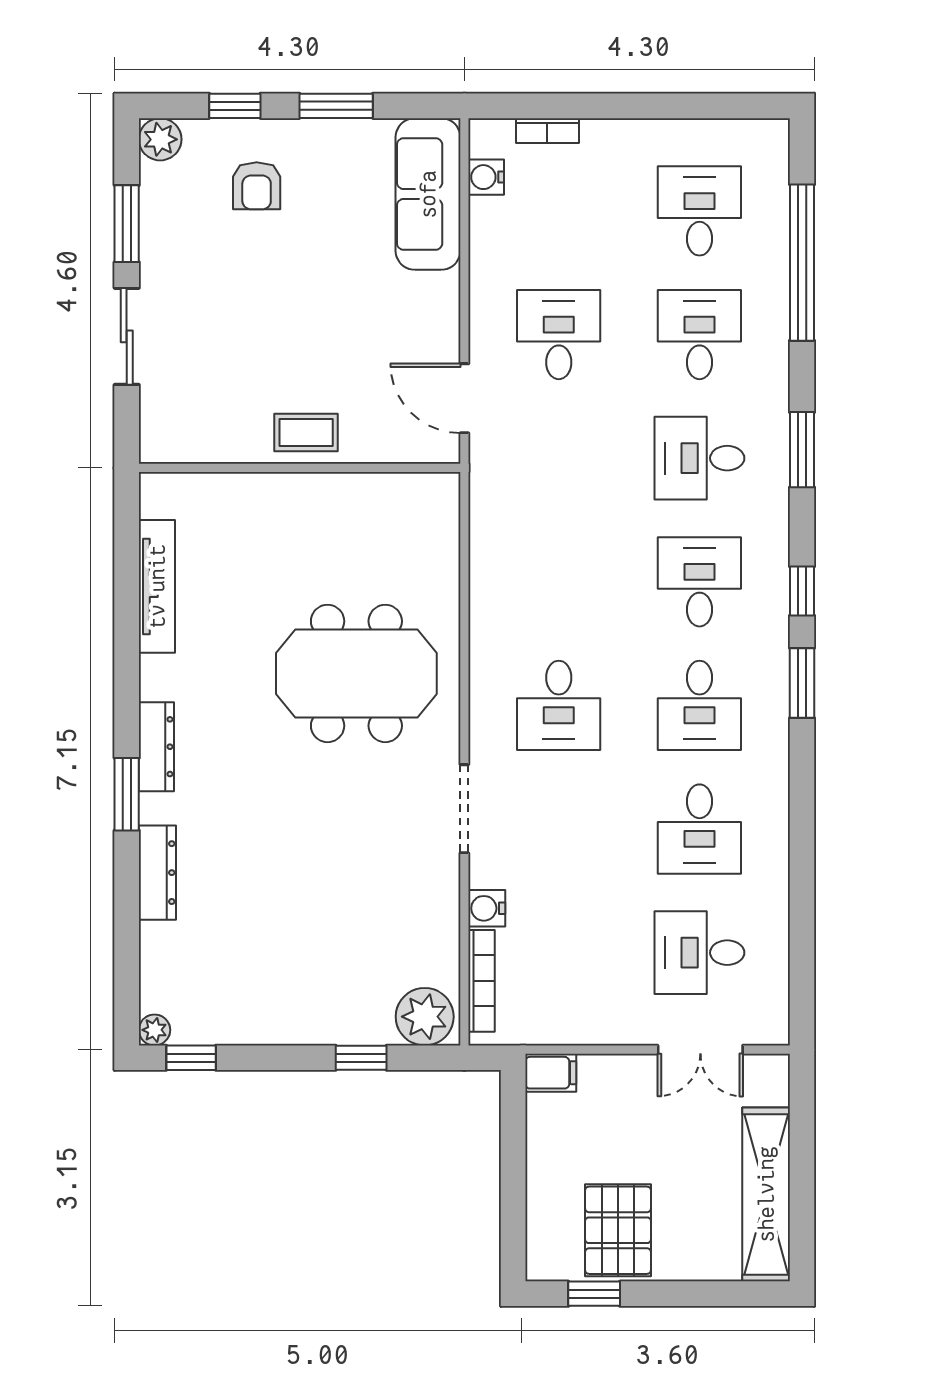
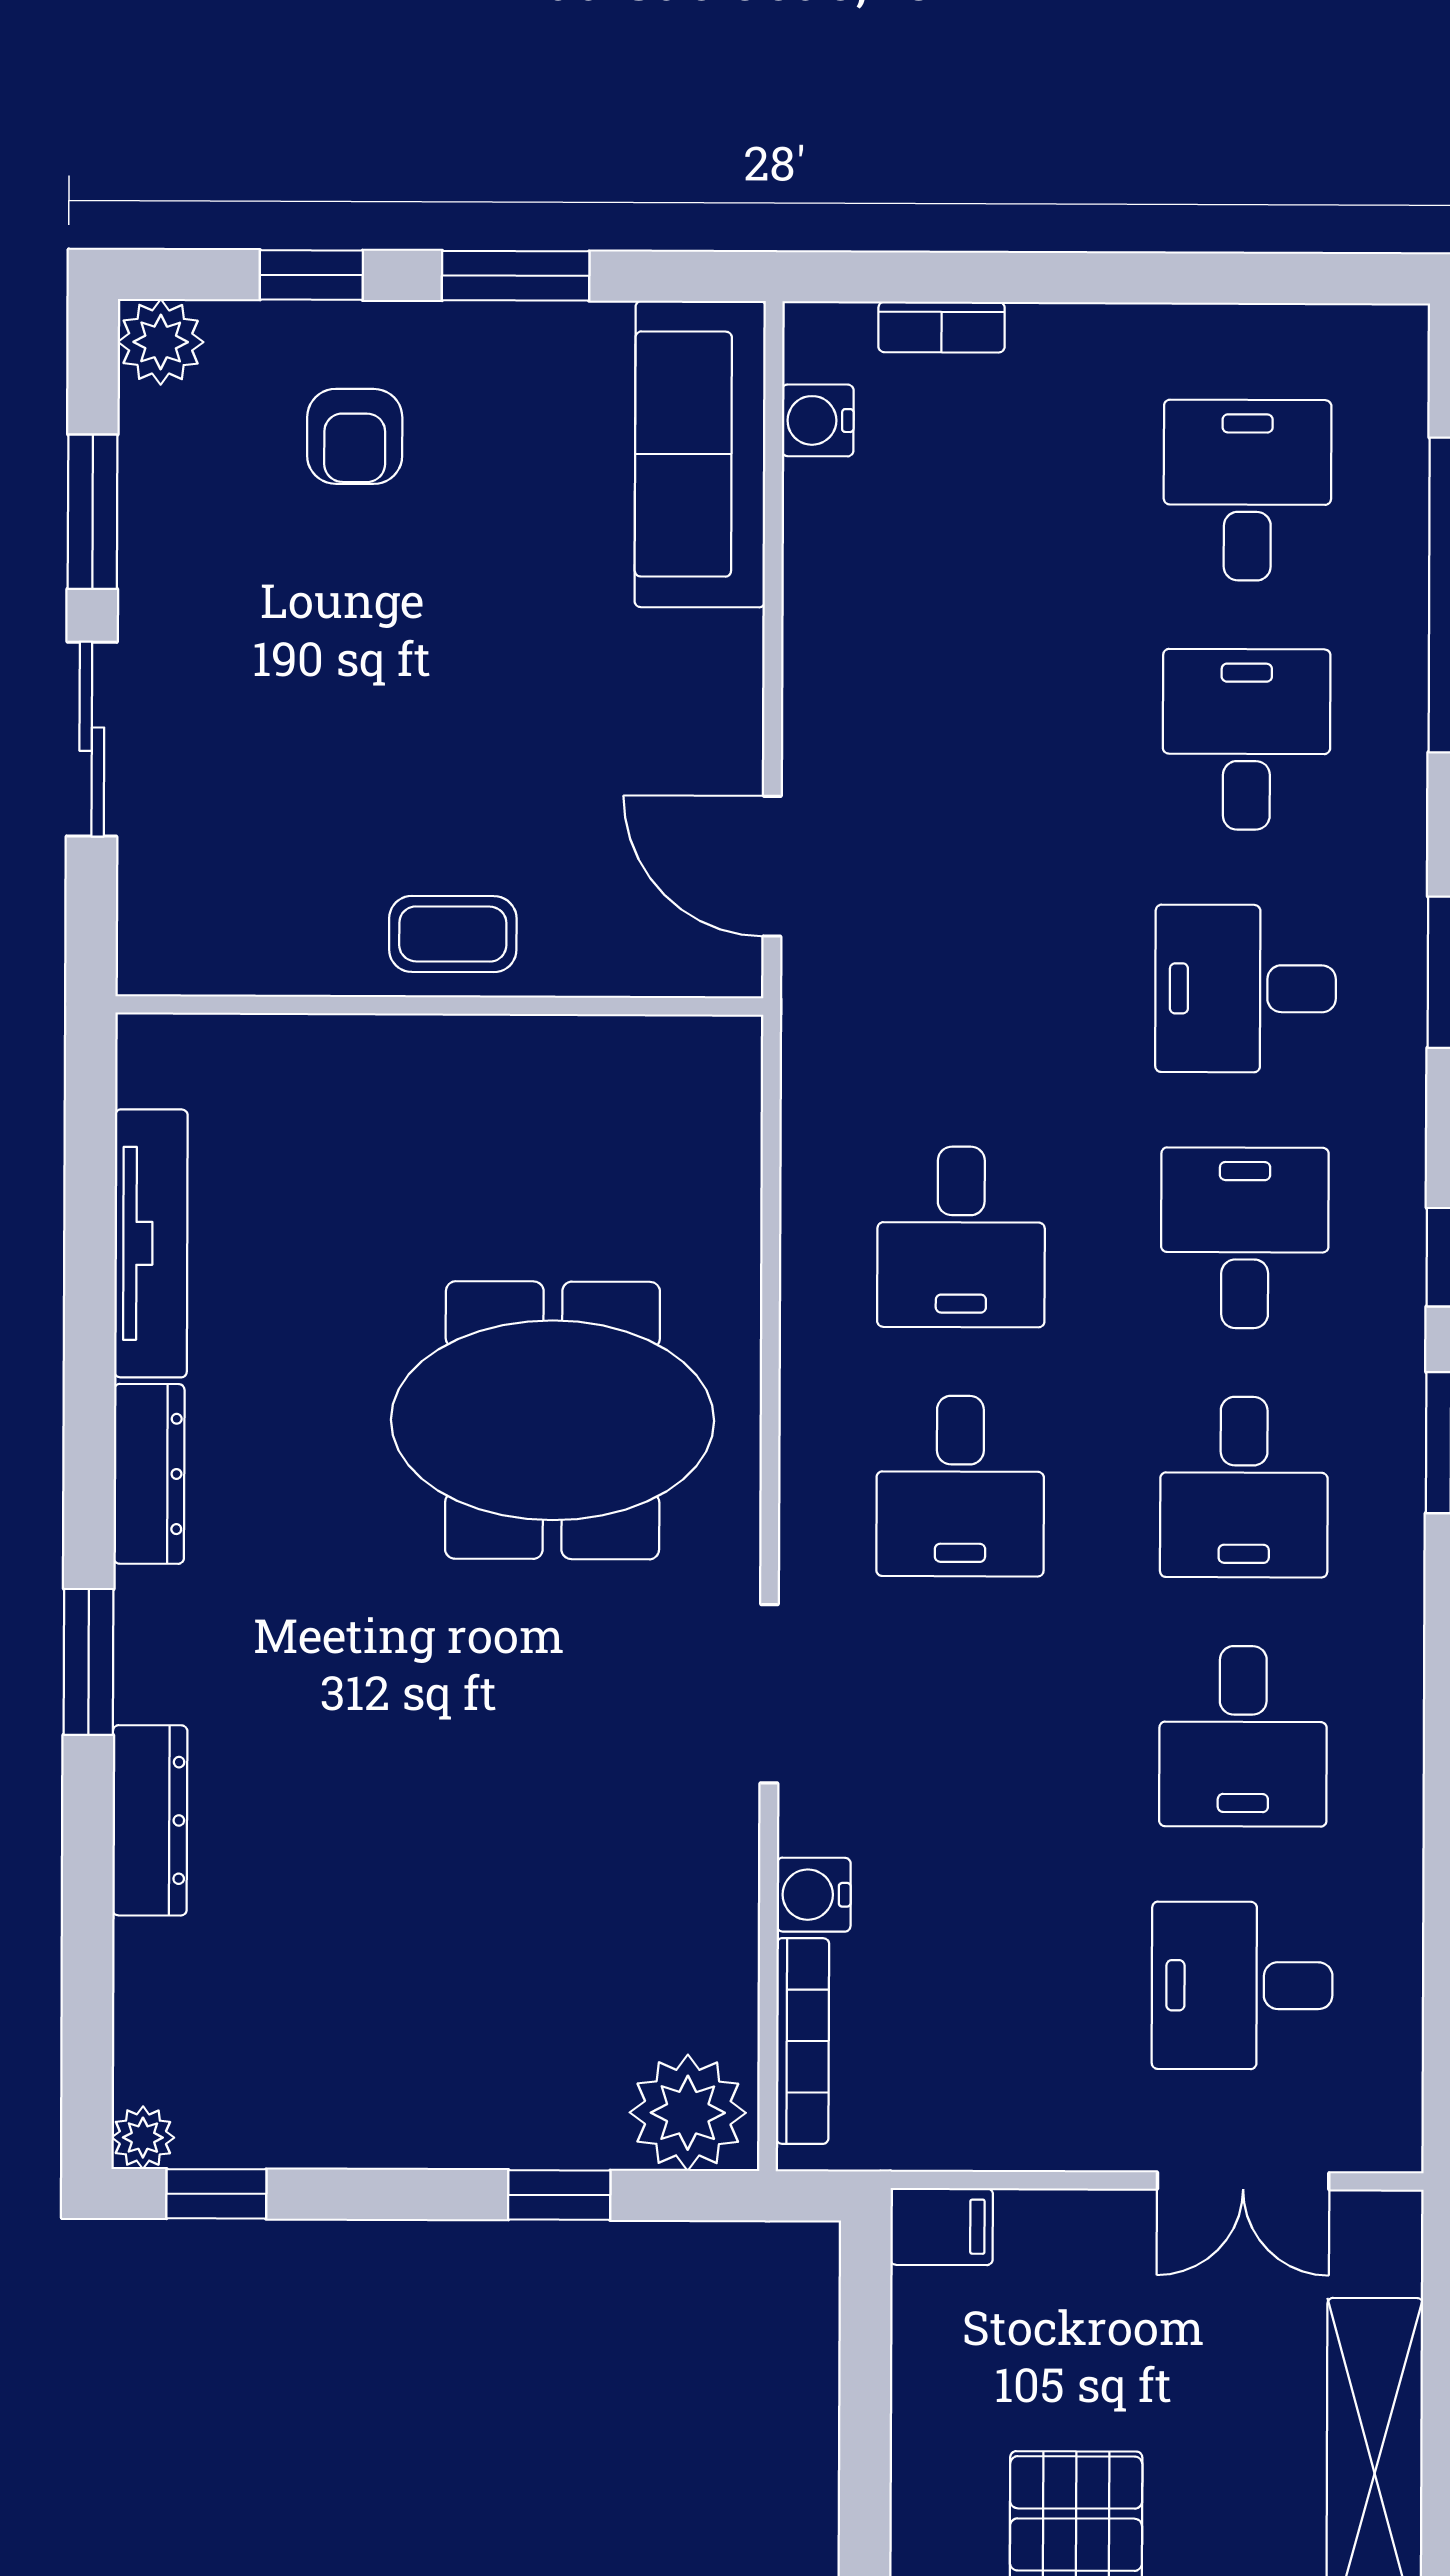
desk: (559, 335) -> (961, 1237), moved, turned 180
dresser: (156, 747) -> (149, 1474), moved

